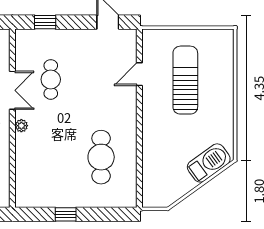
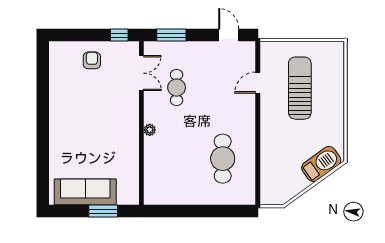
window: (45, 22) -> (171, 35), width x1.50
double door: (12, 90) -> (141, 73), moved
window: (66, 214) -> (190, 211), removed

